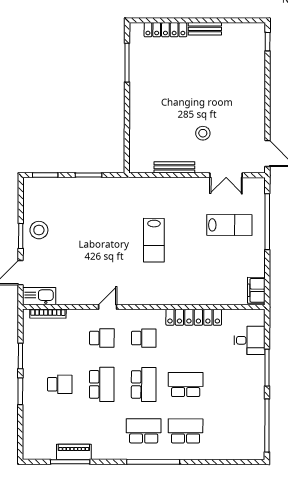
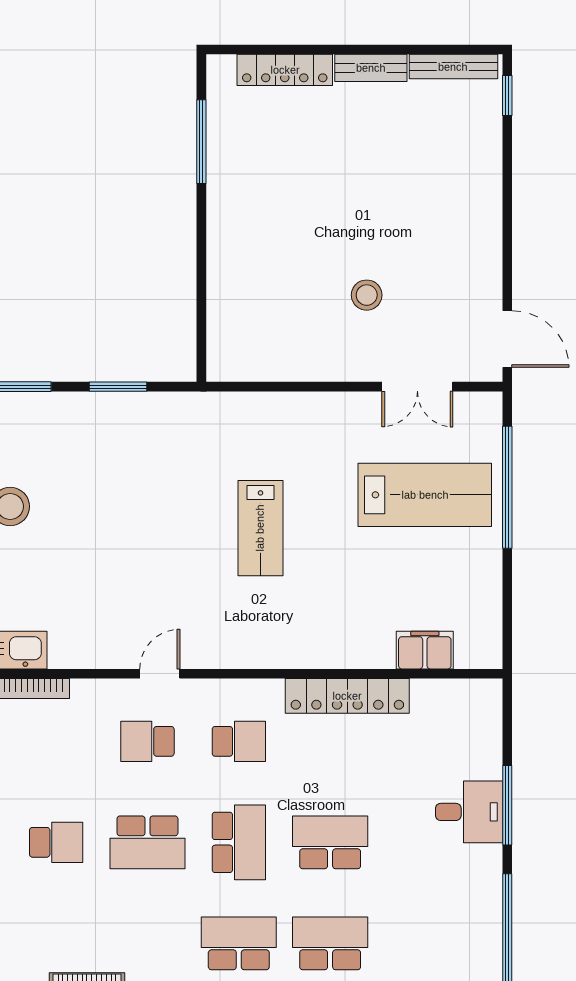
bench: (174, 167) -> (453, 67), moved
lab bench: (229, 225) -> (425, 495), width x1.36, depth x1.39
filing cabinet: (256, 290) -> (425, 650), moved, turned 90
school desk: (102, 338) -> (147, 741), turned 180
desk: (250, 340) -> (469, 812), moved
school desk: (102, 384) -> (147, 842), turned 90

